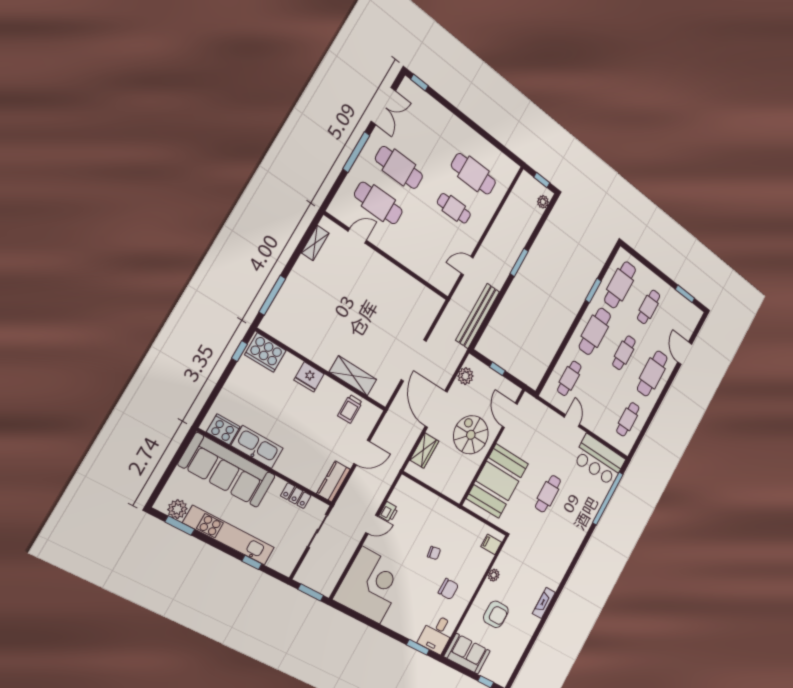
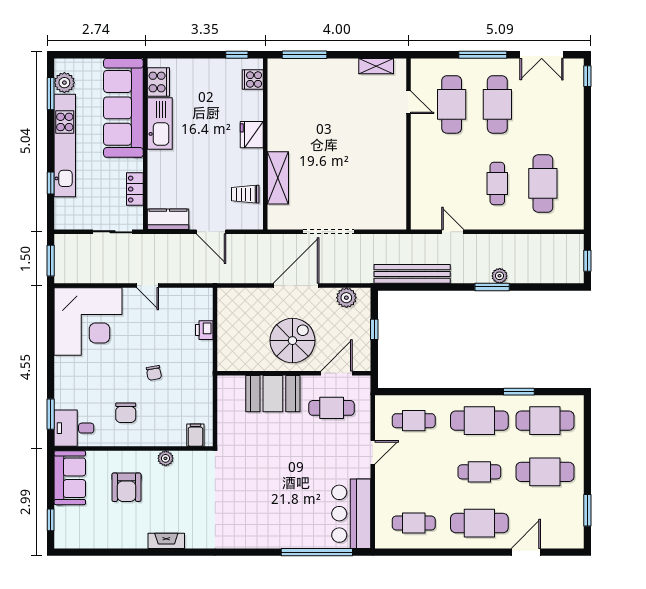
plant: (543, 202) -> (500, 276), moved
cafe table: (649, 307) -> (545, 472), width x1.37, depth x1.35
cooker: (265, 353) -> (253, 79), width x0.53, depth x0.76
wardrobe: (424, 451) -> (249, 298), removed
booth: (497, 481) -> (273, 394), width x0.73, depth x0.70
cafe table: (548, 494) -> (332, 408), moved
printer: (389, 512) -> (204, 330), moved, turned 90

